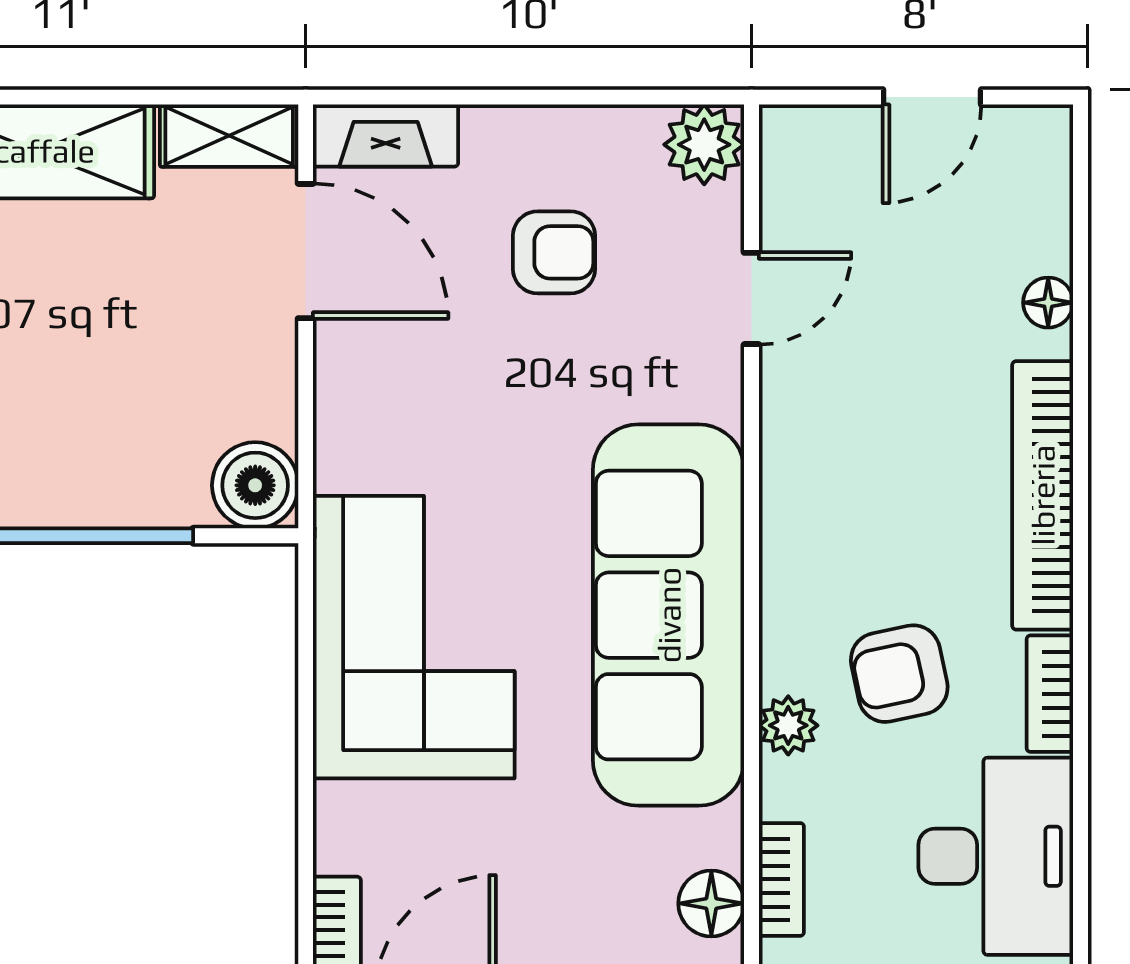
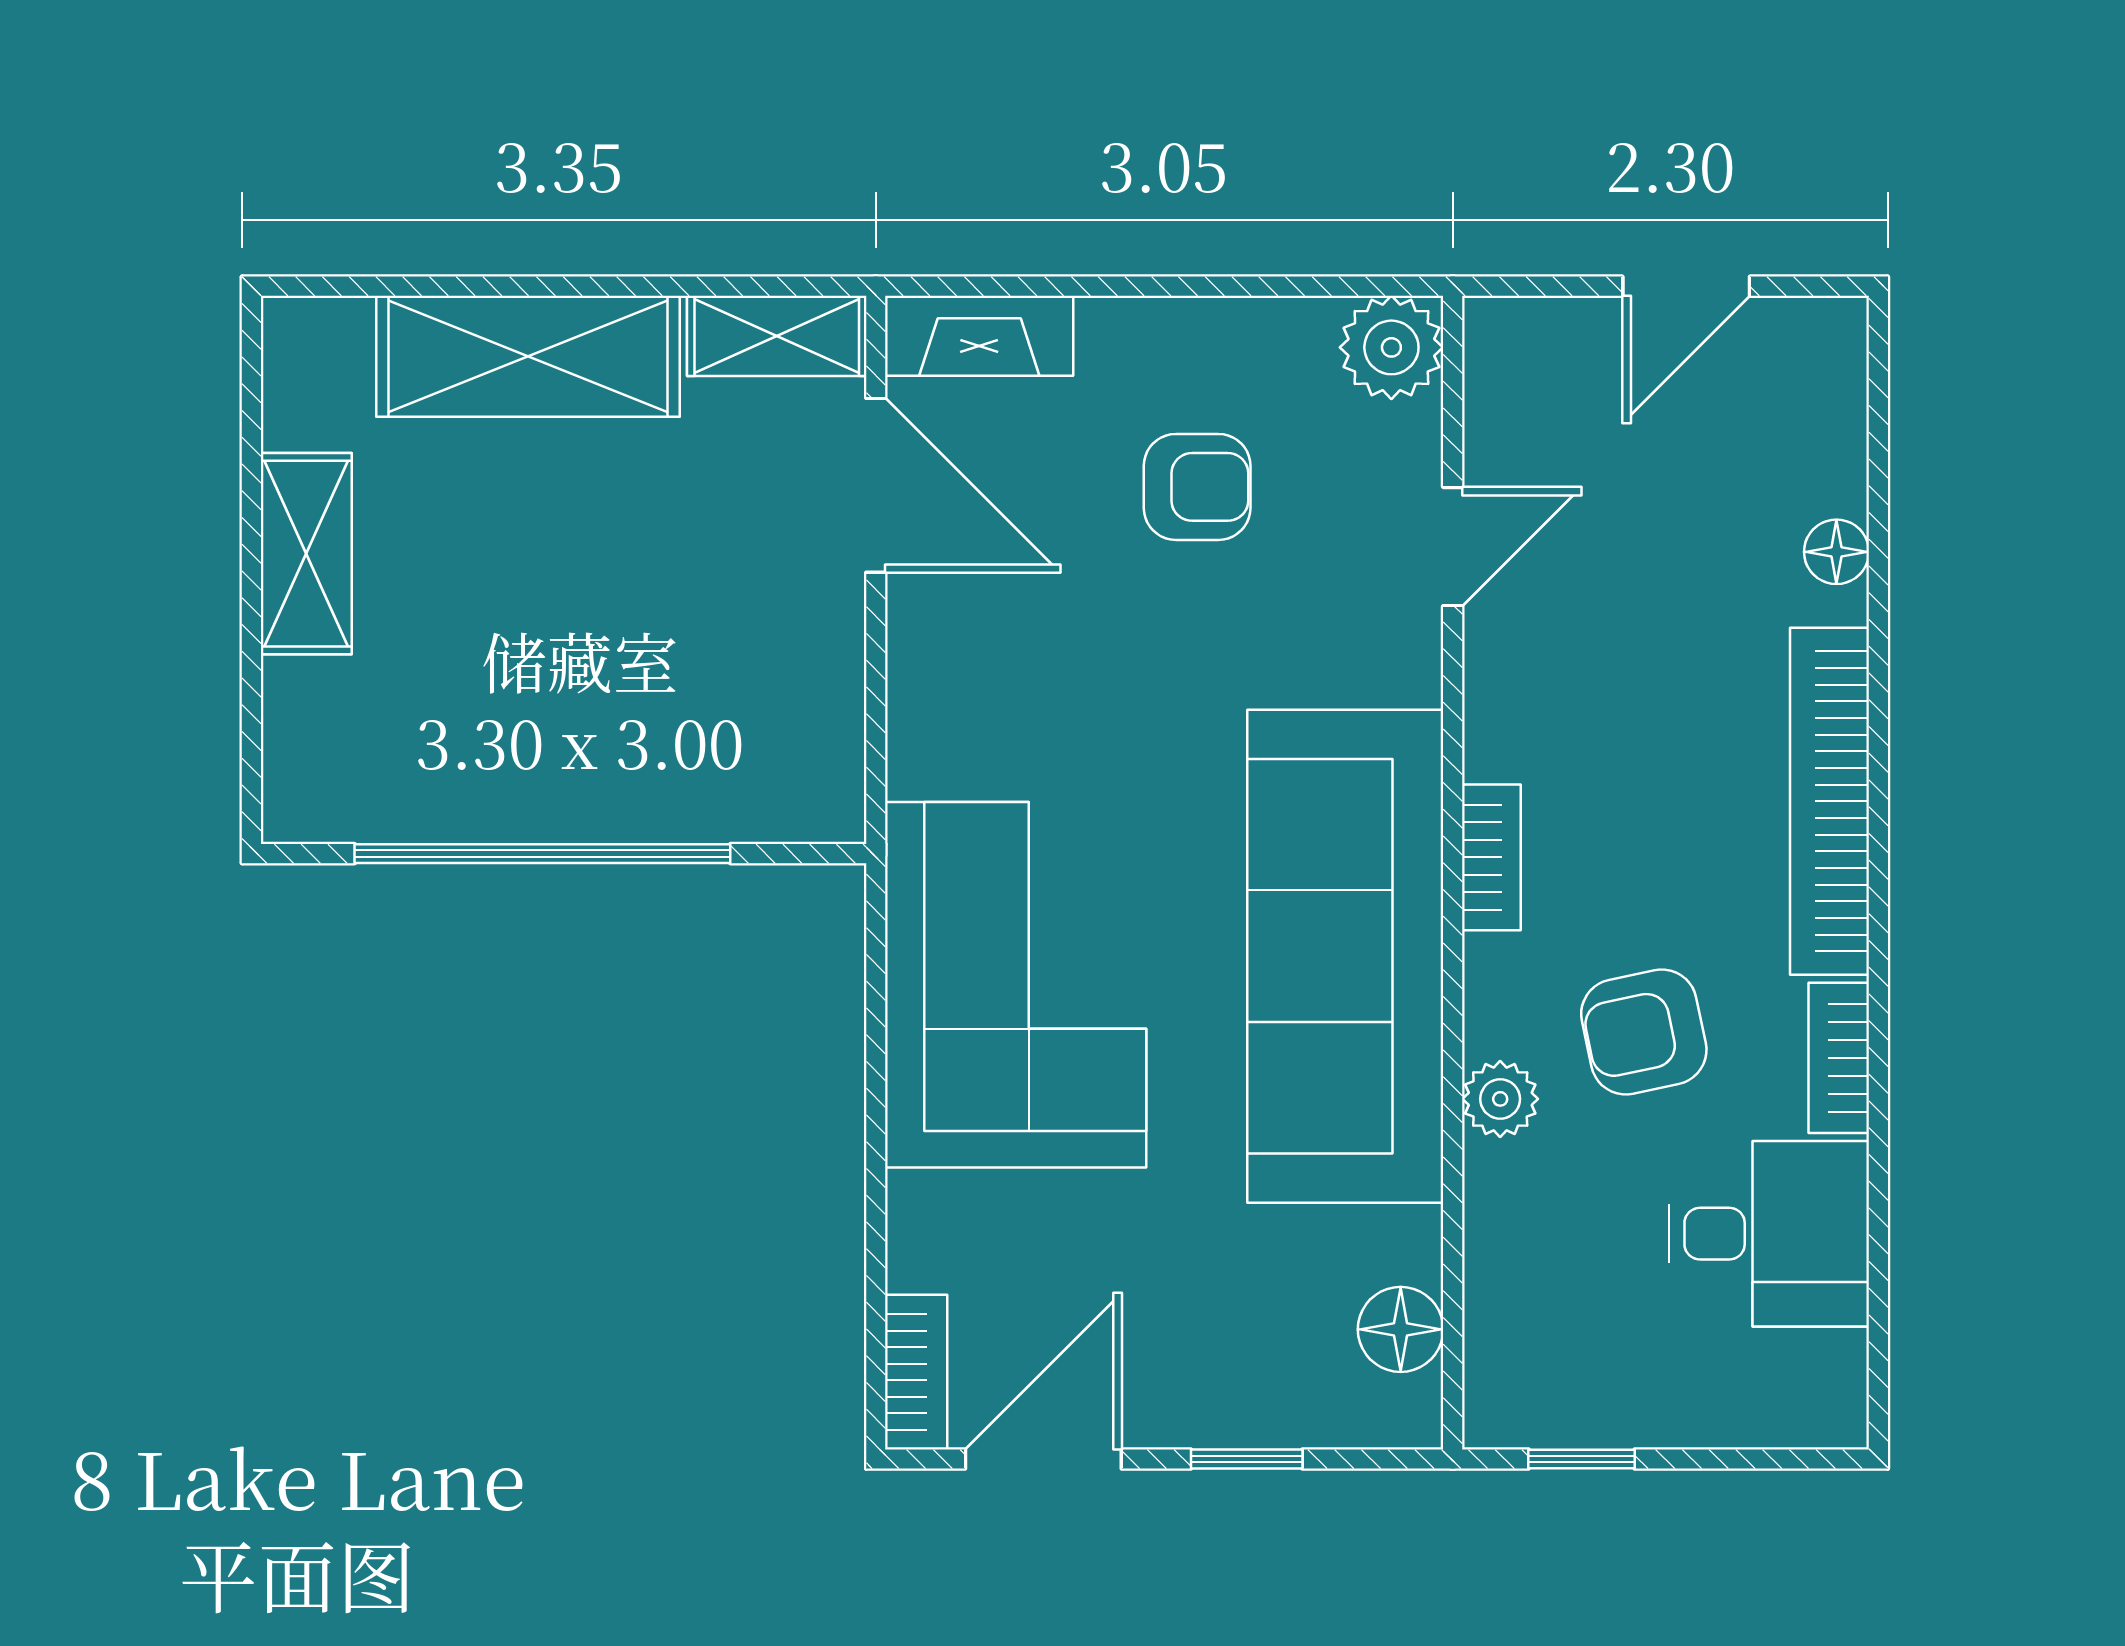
boiler: (255, 485) -> (810, 788), removed
desk: (996, 856) -> (1769, 1234), width x0.73
bookcase: (781, 879) -> (1491, 857), moved

